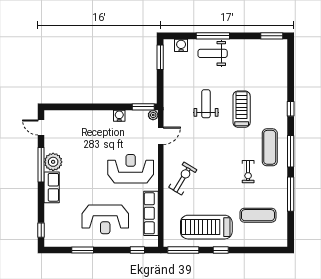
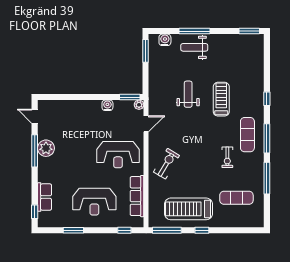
reception desk: (131, 169) -> (118, 155), turned 180
row of seats: (52, 187) -> (45, 197), moved

